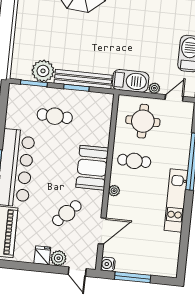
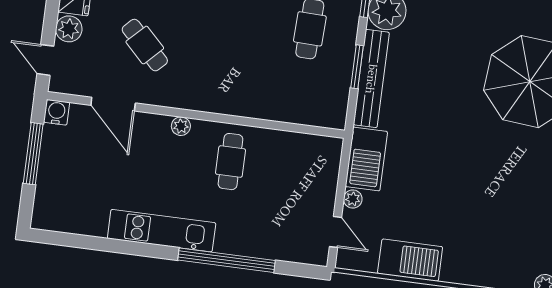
round table: (143, 121) -> (298, 178), removed
booth: (92, 168) -> (221, 90), removed
door: (77, 272) -> (45, 60), hinge flipped

